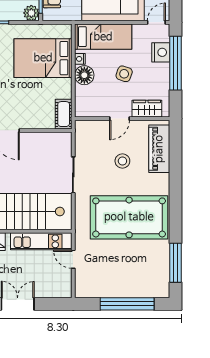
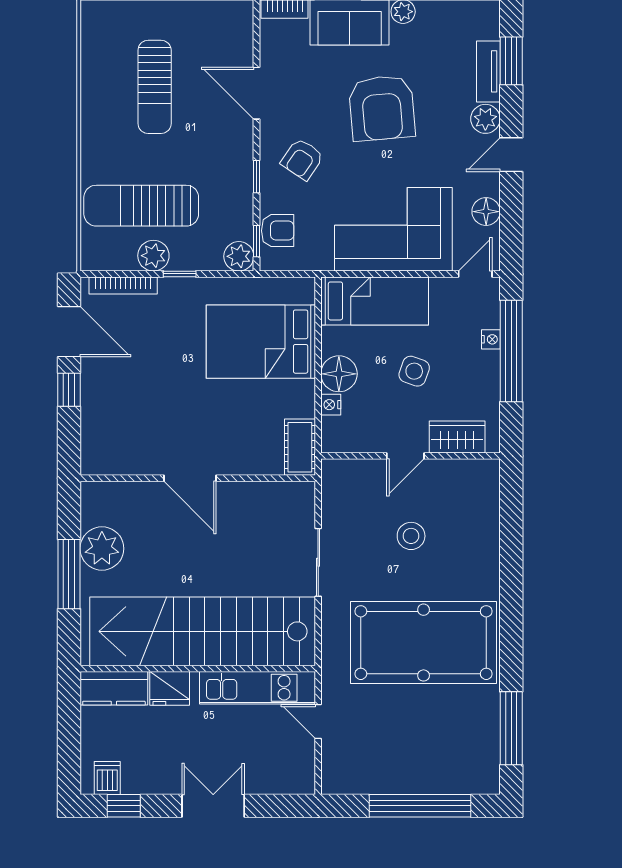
nightstand: (161, 52) -> (491, 339), width x0.53, depth x0.56
nightstand: (80, 59) -> (331, 405), moved
piano: (159, 149) -> (480, 513), removed

